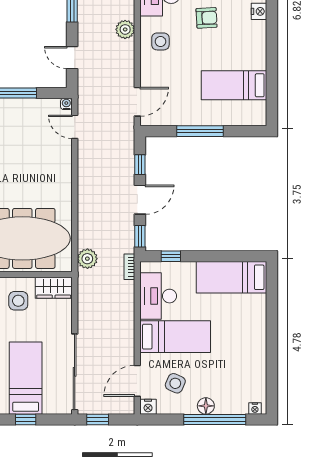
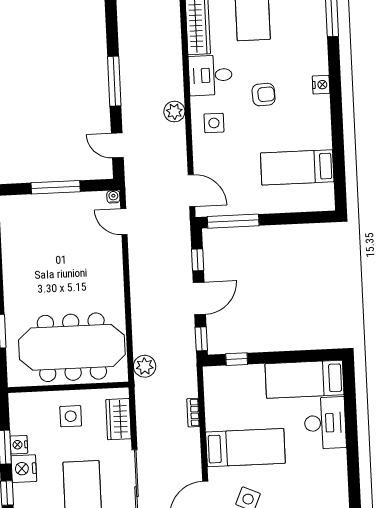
door: (137, 102) -> (191, 191), hinge flipped
window: (200, 131) -> (233, 221), moved
bookcase: (129, 267) -> (193, 413), moved
wardrobe: (54, 288) -> (118, 419), moved, turned 90
desk: (158, 296) -> (325, 423), moved, turned 180

